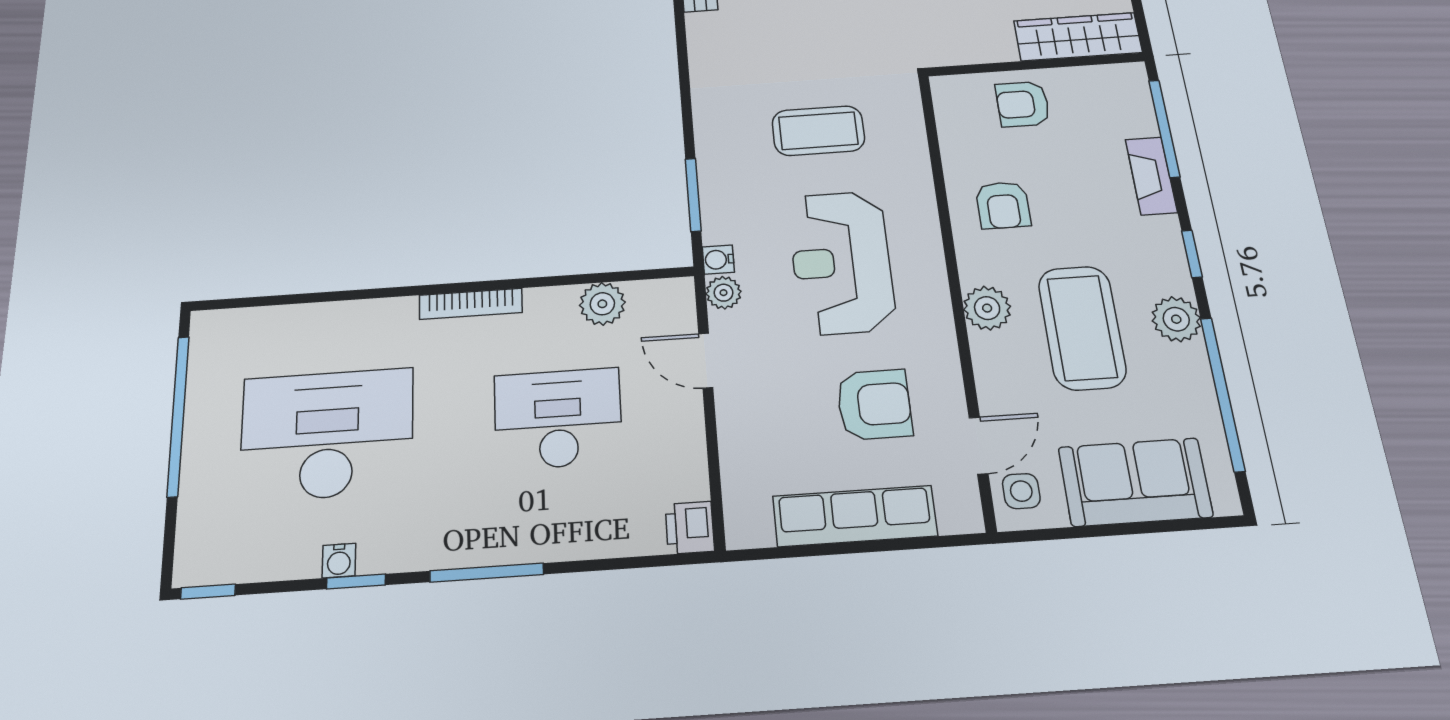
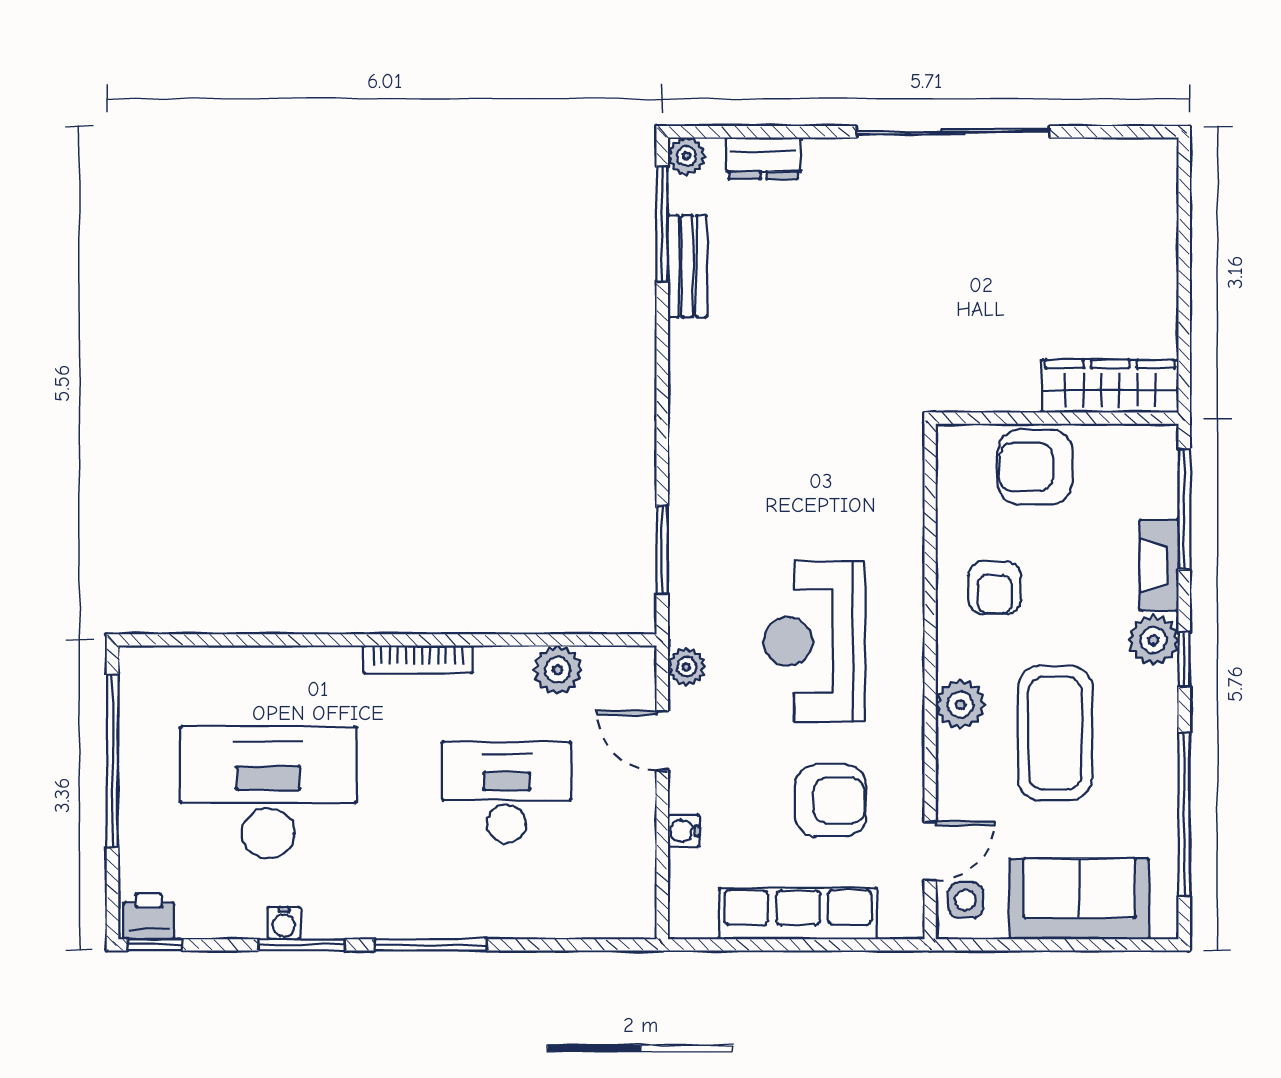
armchair: (1023, 104) -> (1035, 467), width x1.38, depth x1.38
coffee table: (818, 131) -> (806, 482), removed
water cooler: (718, 260) -> (684, 831), moved
plant: (1176, 319) -> (1153, 640), moved
printer: (690, 528) -> (149, 916), moved, turned 90
window: (356, 581) -> (301, 945), width x1.50

